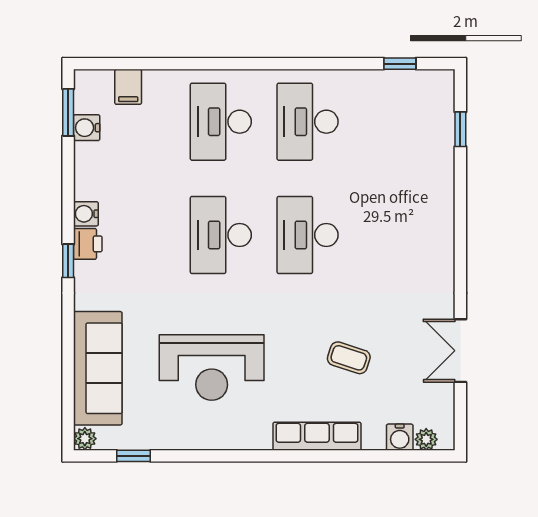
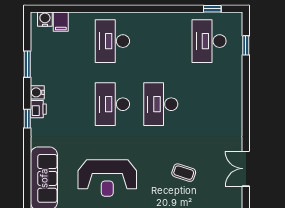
window: (68, 112) -> (27, 64), moved
desk: (308, 122) -> (209, 41), moved
water cooler: (87, 128) -> (45, 19), moved, turned 90

